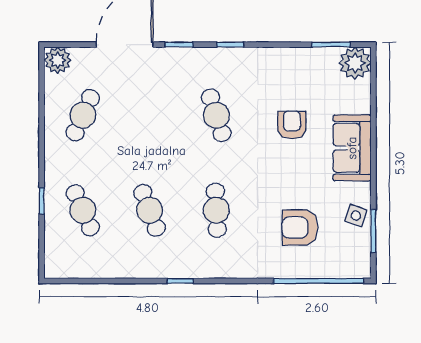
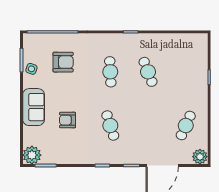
armchair: (292, 125) -> (68, 120), turned 90
cafe table: (83, 210) -> (186, 72), removed

